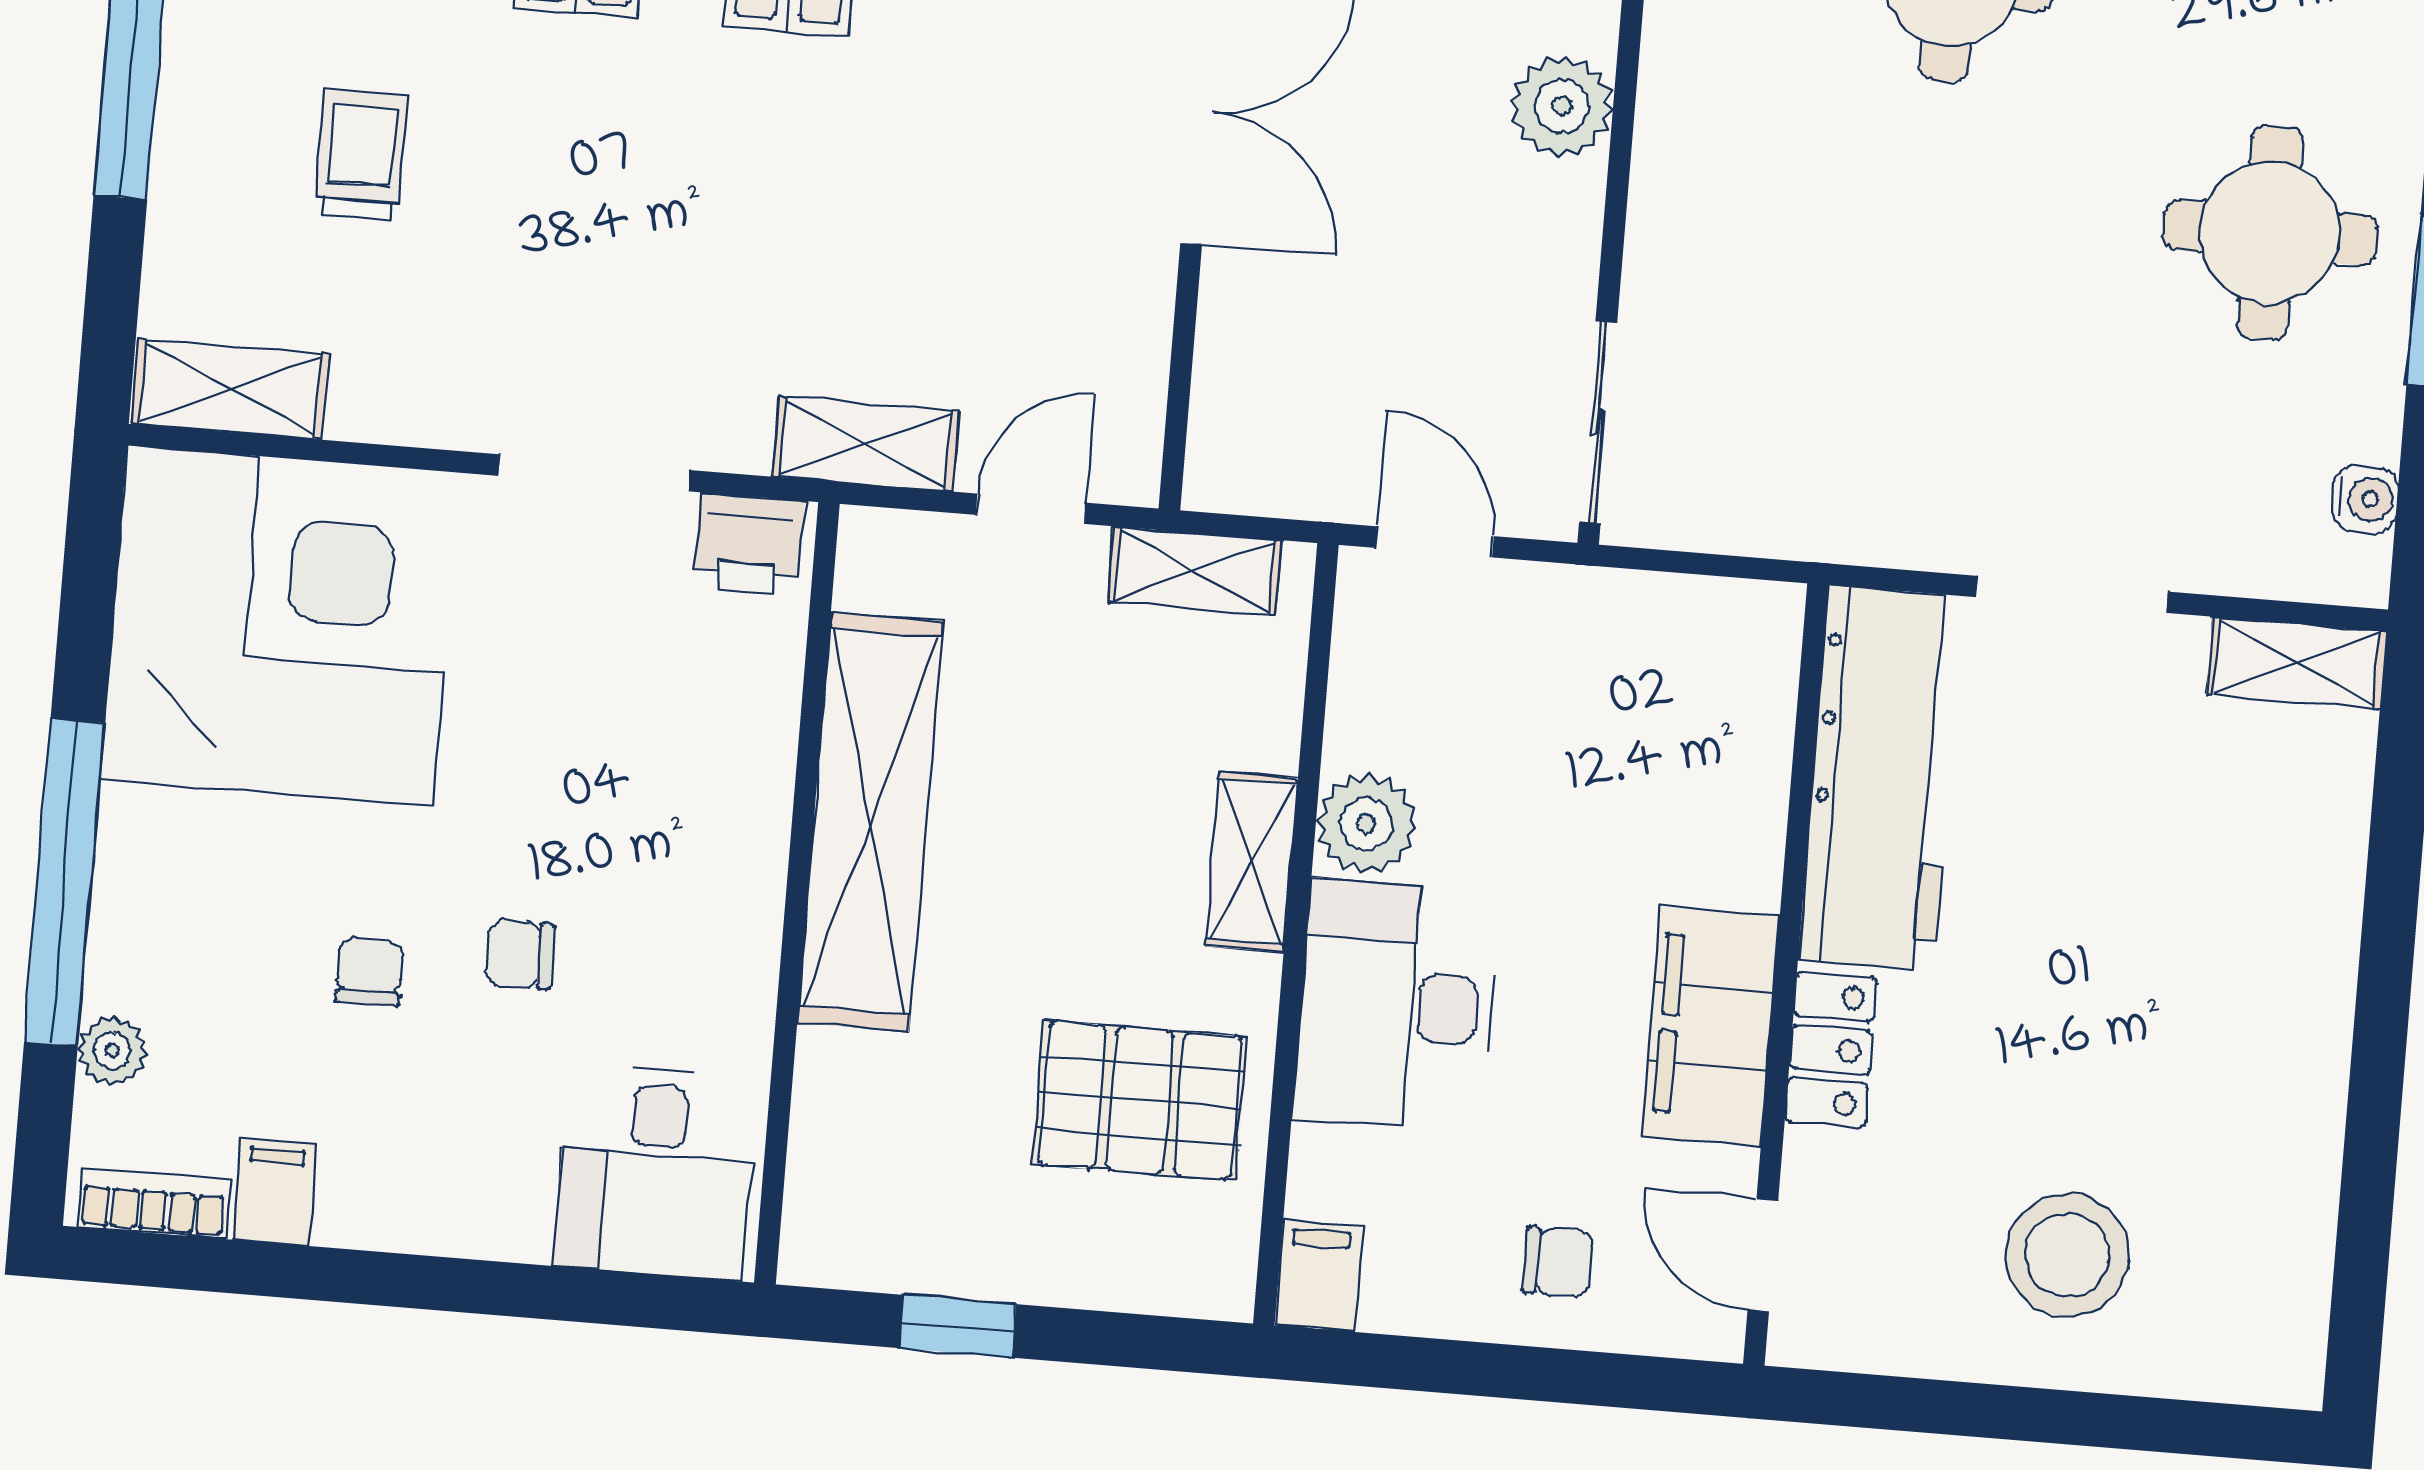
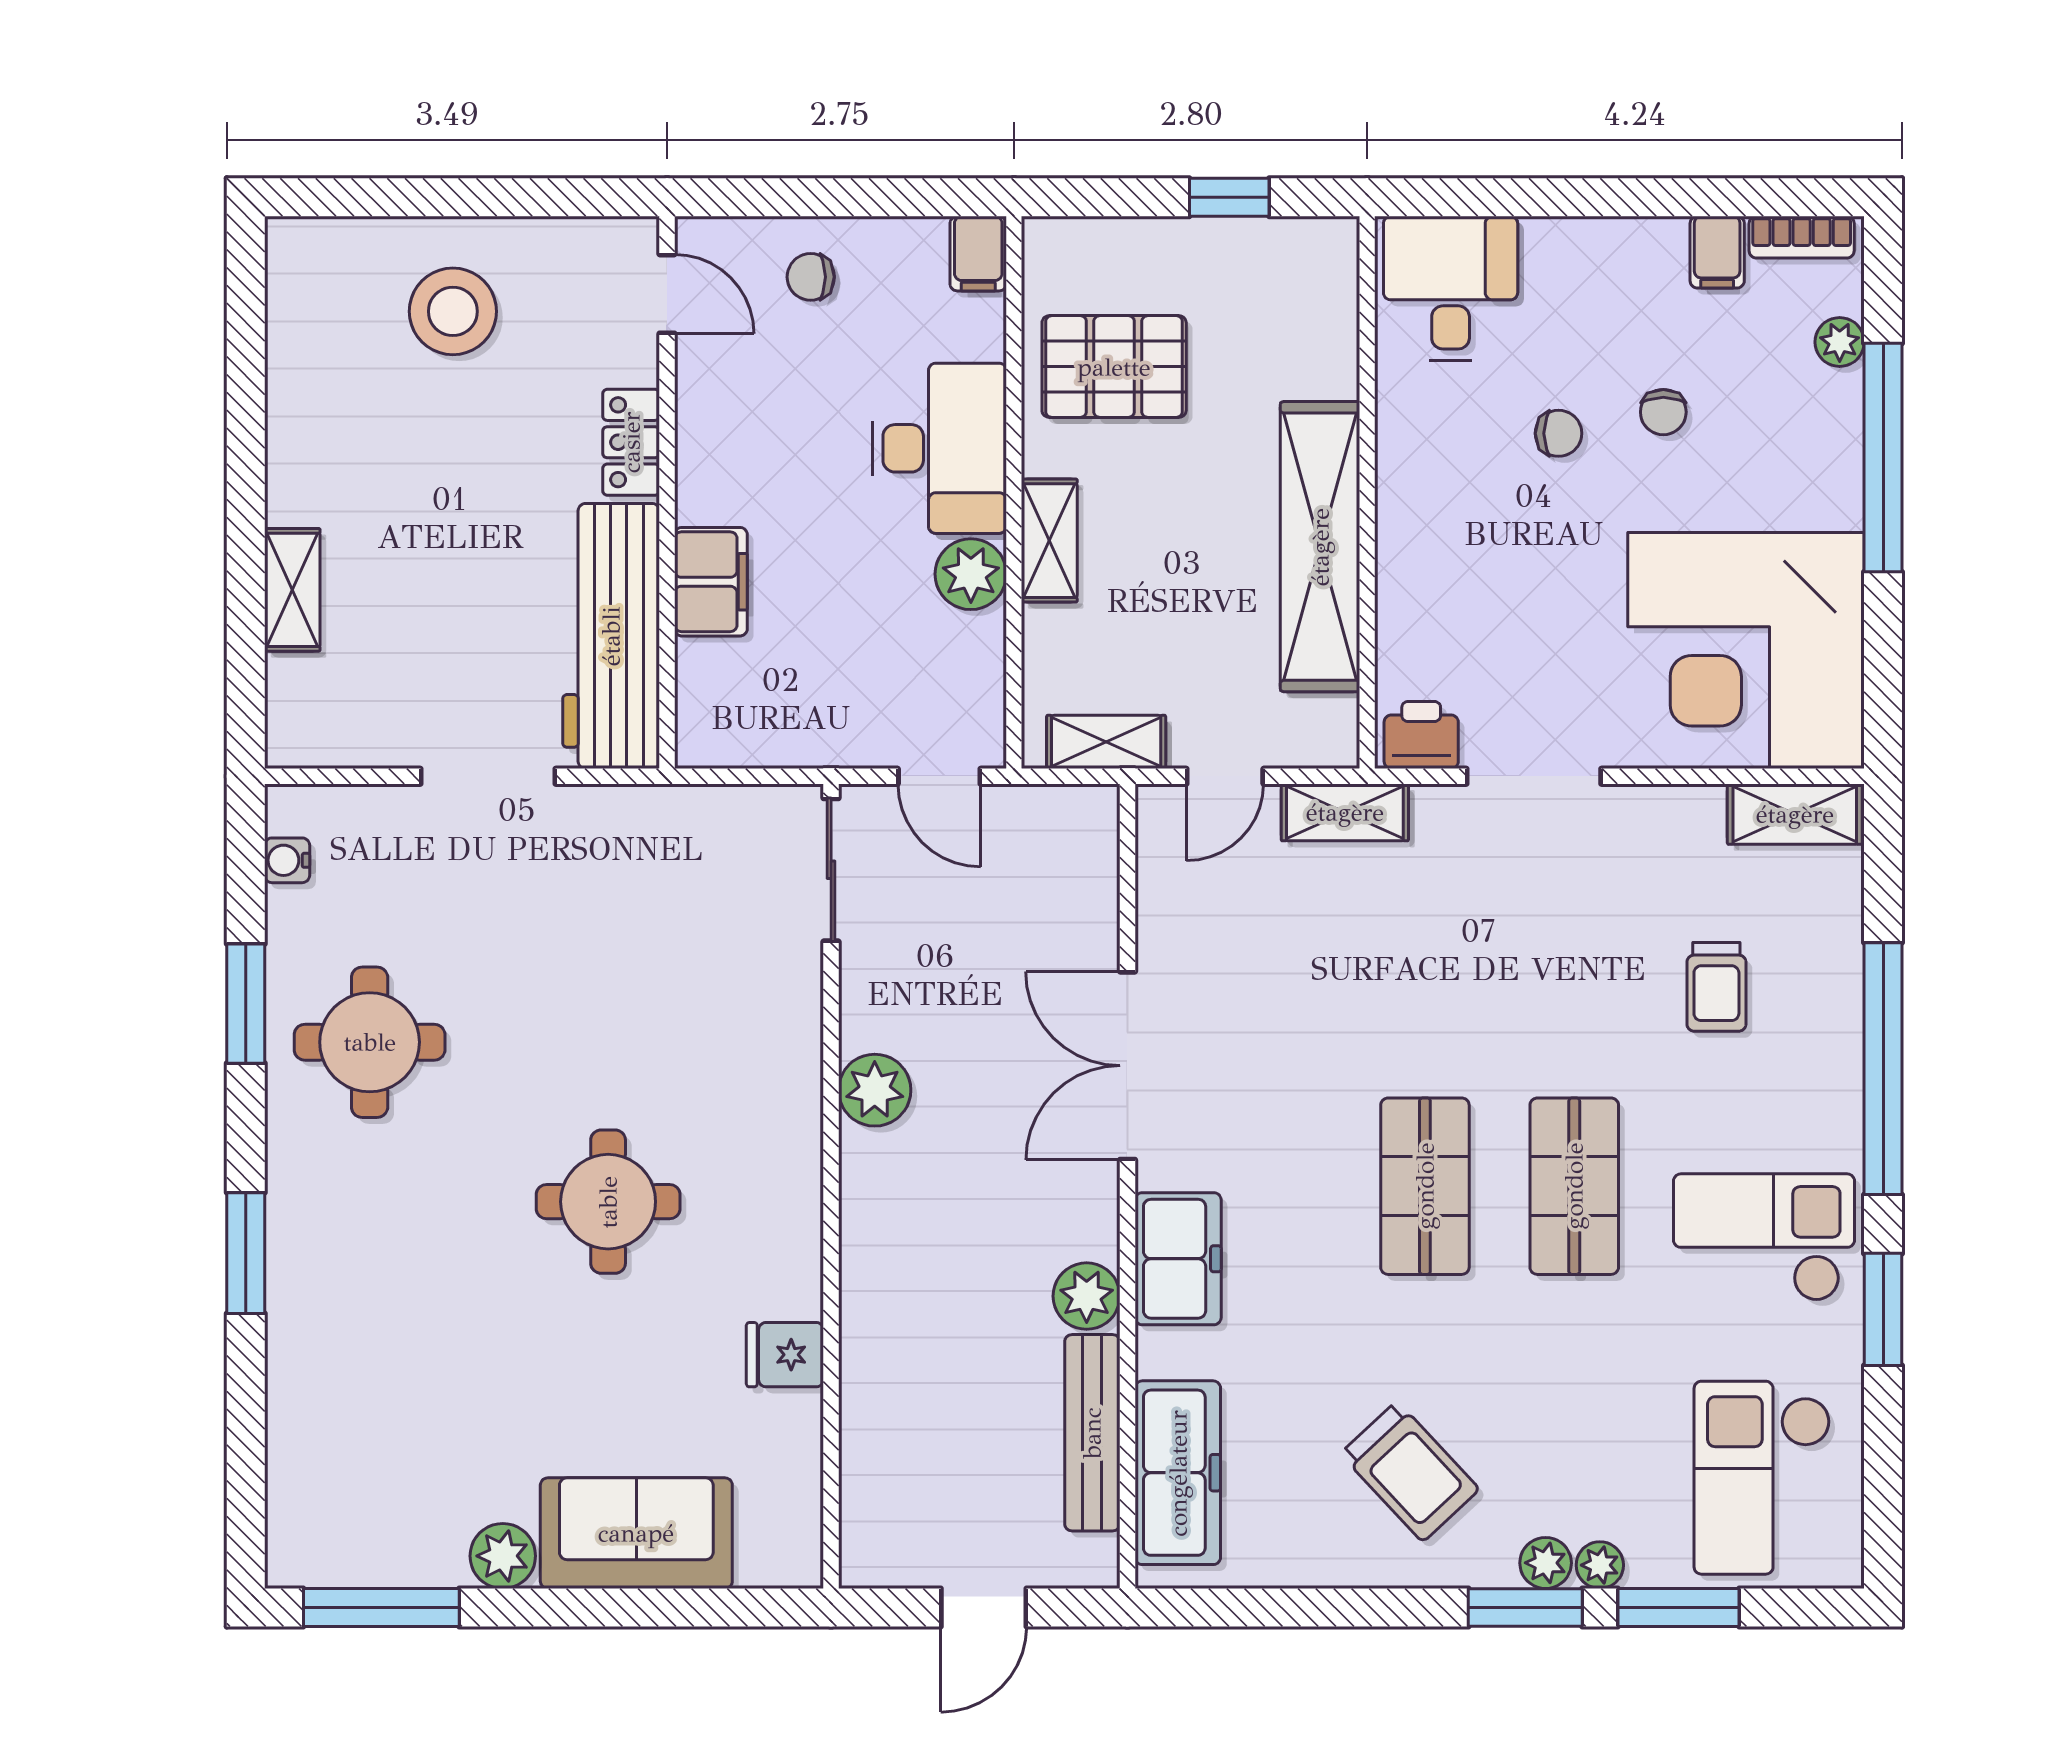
shelving: (2296, 663) -> (292, 590), moved, turned 90
filing cabinet: (1711, 1026) -> (711, 582), moved, width x0.67, depth x0.86

